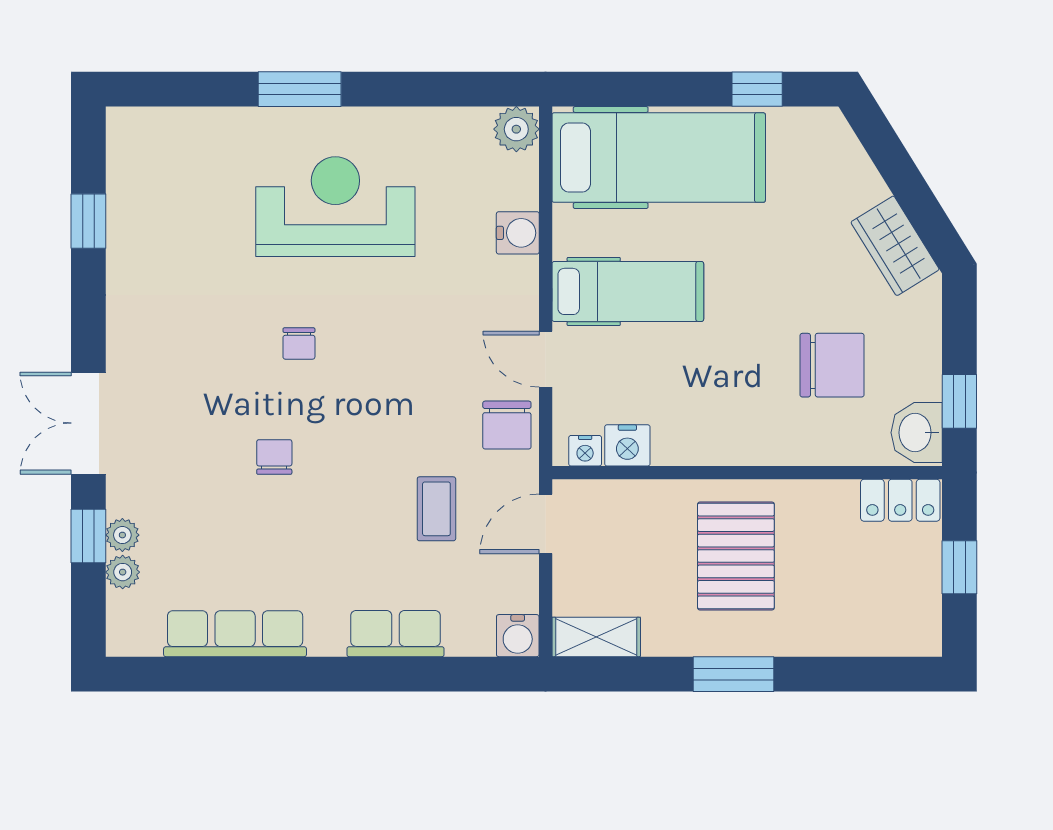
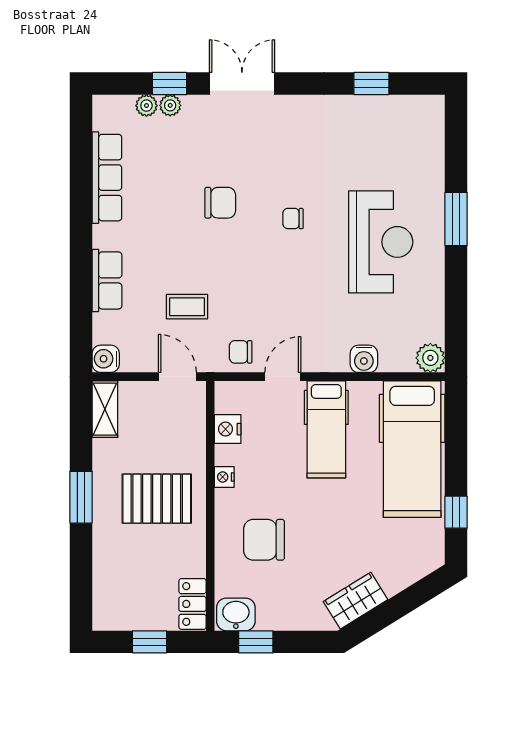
chair: (832, 365) -> (264, 540), moved, turned 90
chair: (507, 425) -> (241, 352), width x0.73, depth x0.73
nightstand: (585, 451) -> (224, 477), moved
chair: (274, 457) -> (220, 203), width x1.37, depth x1.37

